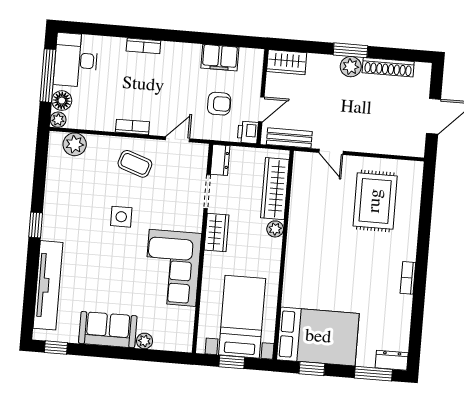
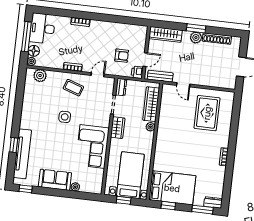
filing cabinet: (220, 58) -> (123, 30), removed
wardrobe: (287, 62) -> (166, 34), width x1.50
window: (36, 225) -> (14, 145), moved

